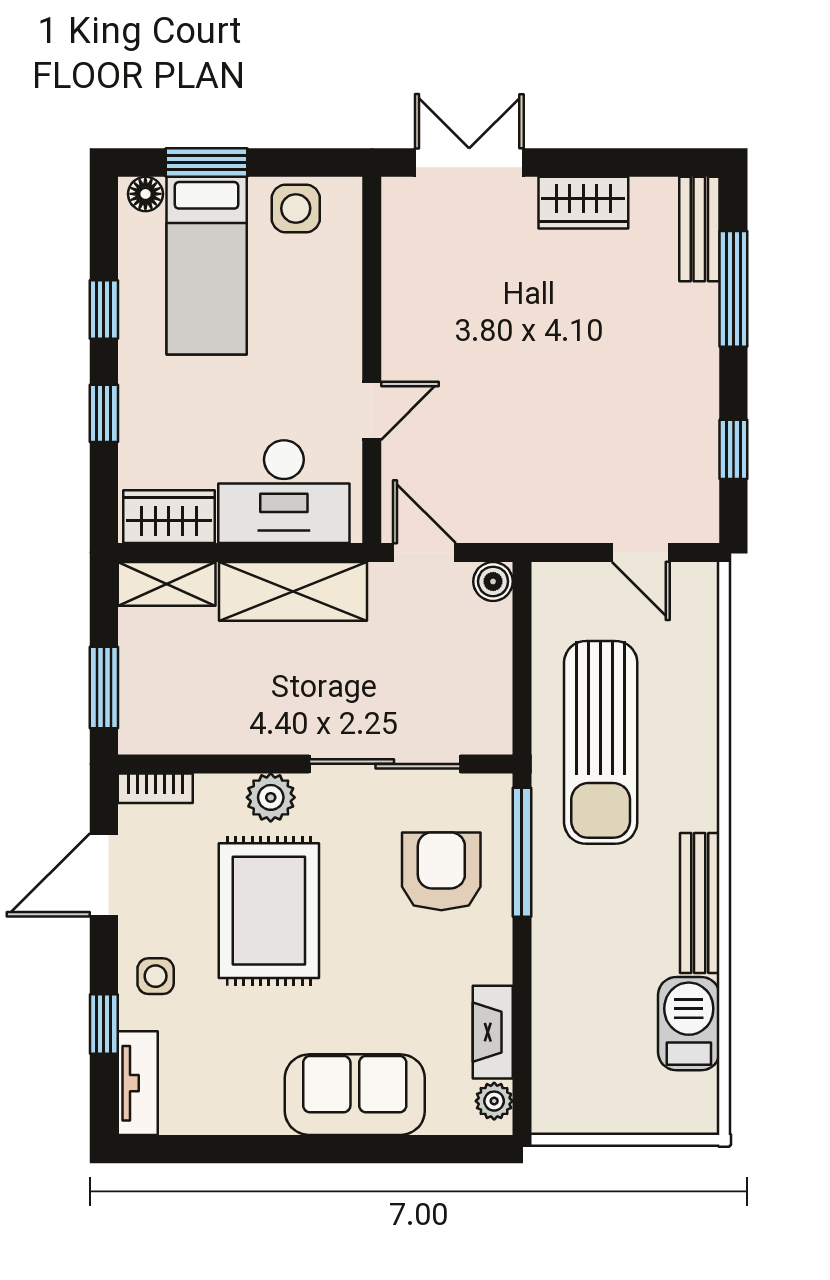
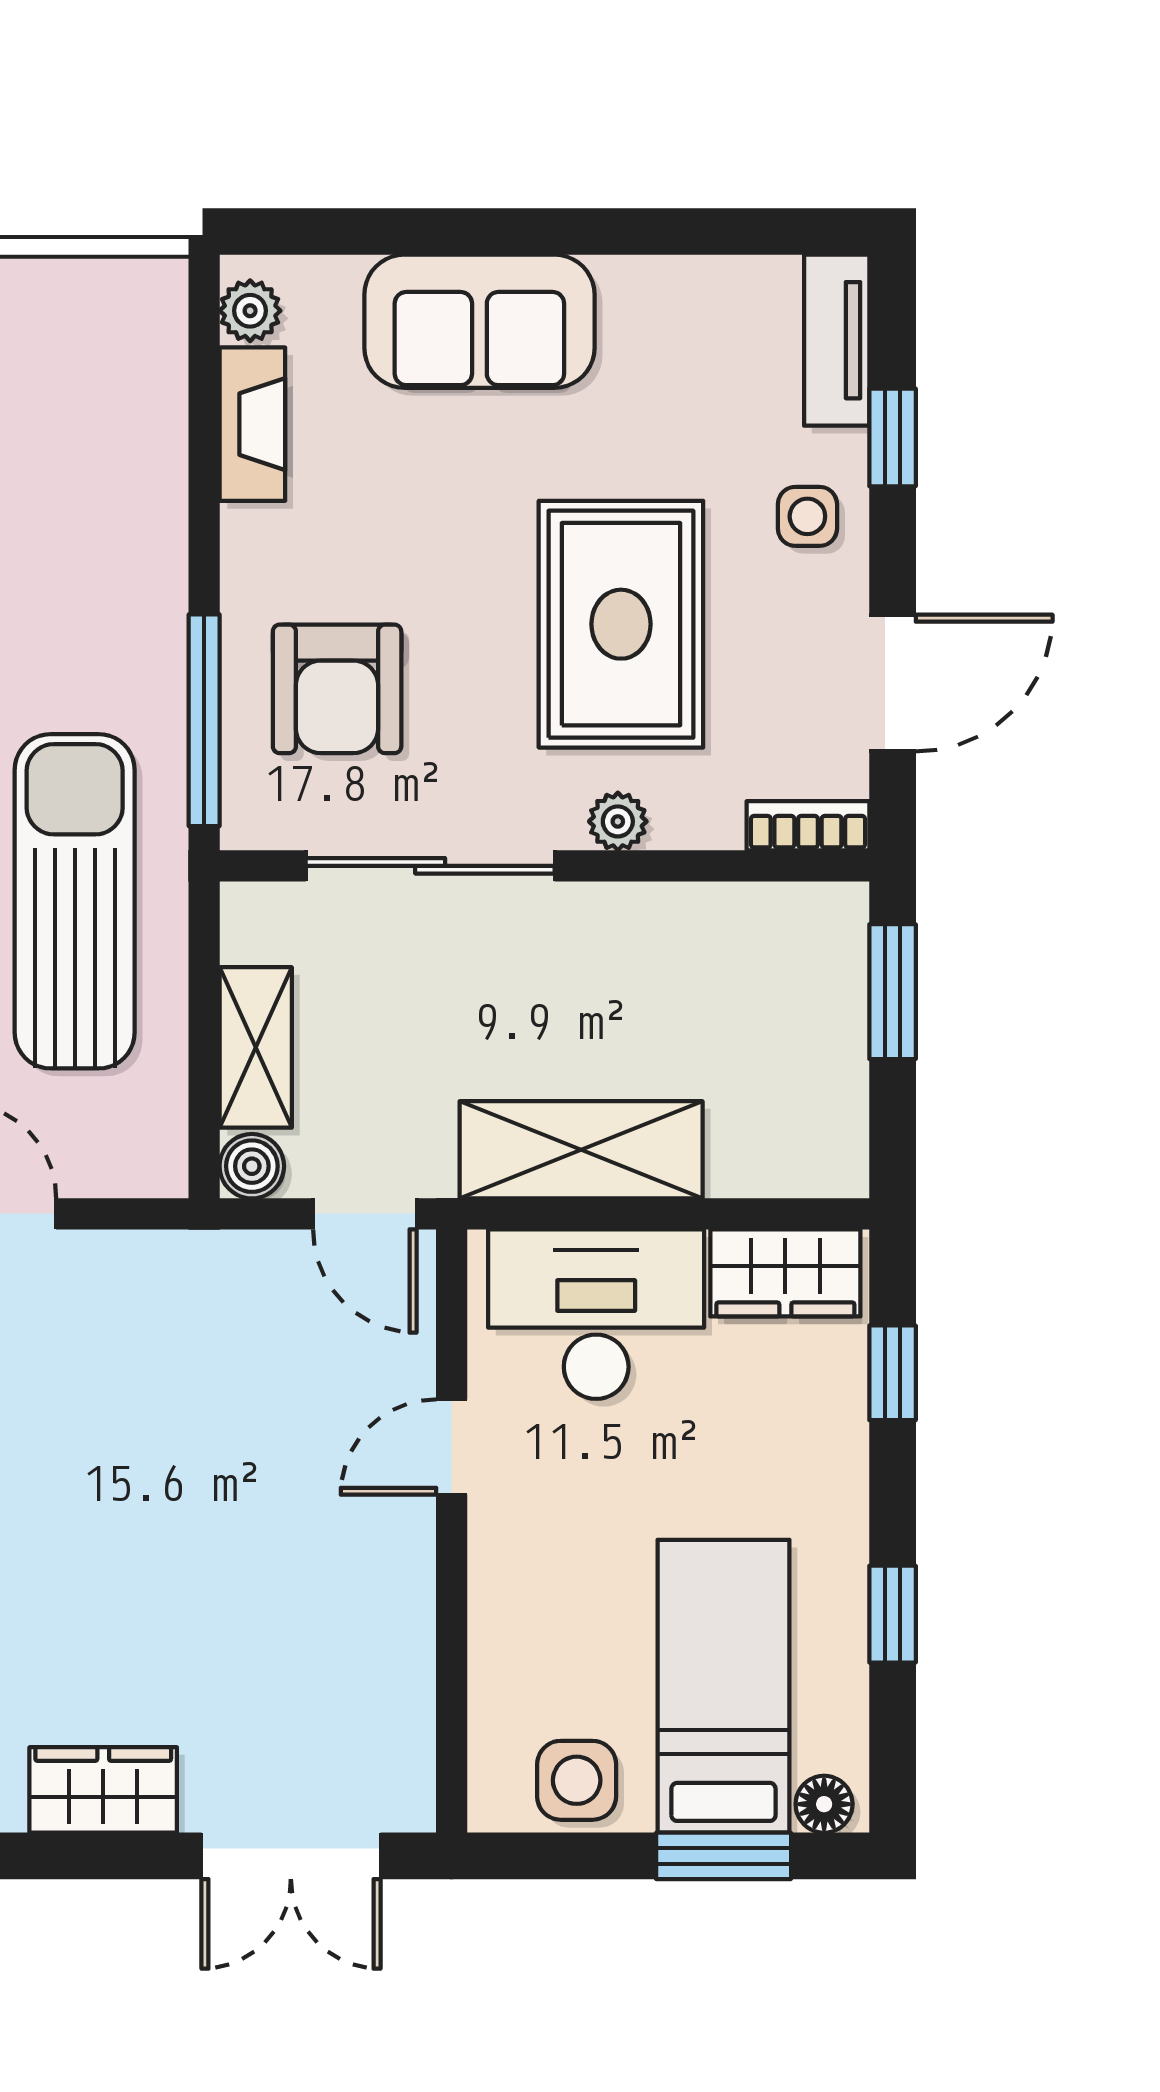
window: (104, 413) -> (893, 1373), moved
shelving: (167, 584) -> (256, 1047), moved, turned 90
plant: (271, 797) -> (618, 821), width x0.73, depth x0.73

